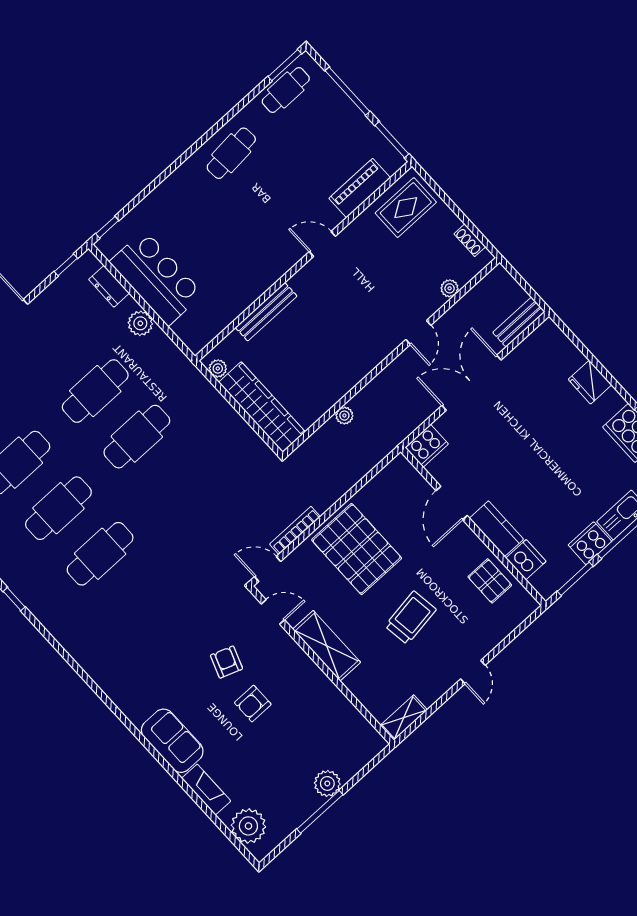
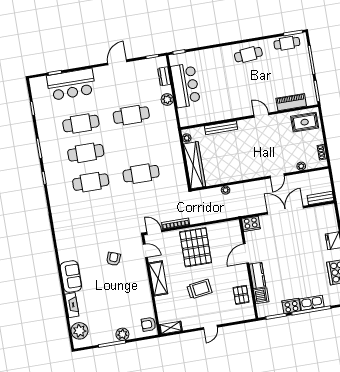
cafe table: (137, 437) -> (141, 174), moved
armchair: (253, 704) -> (148, 324), moved

